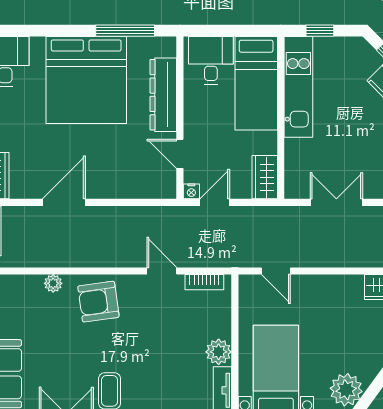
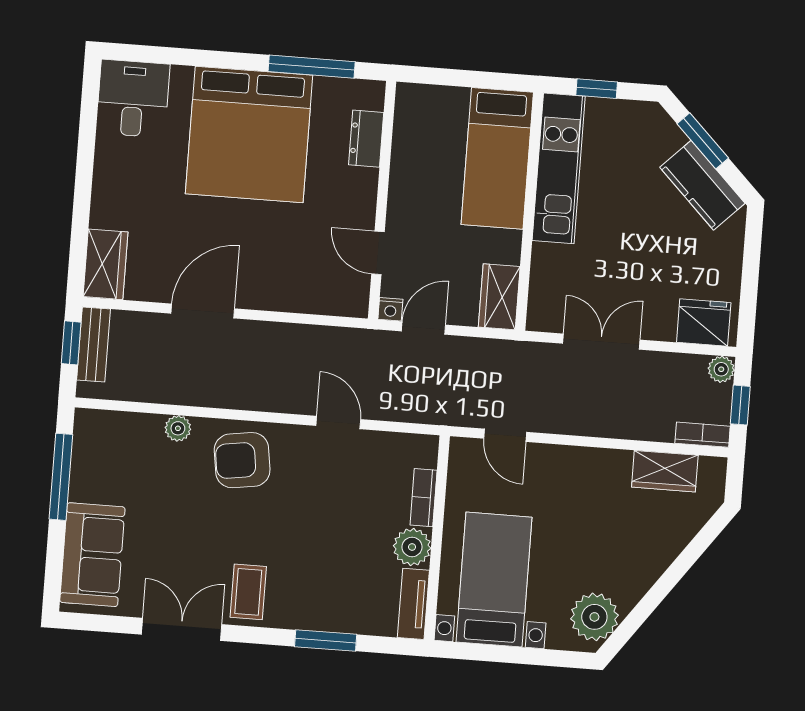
desk: (211, 60) -> (434, 120), removed
dresser: (163, 95) -> (366, 139), width x0.51, depth x0.80
bookcase: (204, 282) -> (424, 498), moved, turned 90

